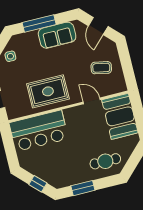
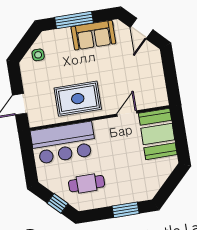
coffee table: (101, 68) -> (141, 77), removed
door: (92, 101) -> (127, 114), hinge flipped
cafe table: (105, 161) -> (87, 184), moved
window: (83, 188) -> (126, 210), moved

